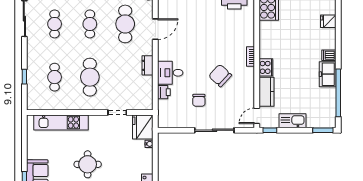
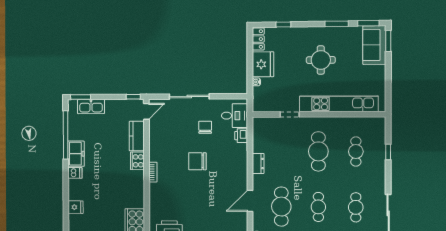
desk: (170, 73) -> (235, 116), moved
chair: (220, 76) -> (197, 161), moved, turned 137
kitchen sink: (293, 121) -> (91, 107), moved
kitchen unit: (61, 122) -> (339, 104), width x1.36
fridge: (143, 127) -> (263, 64), moved

